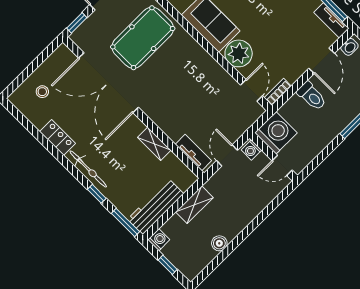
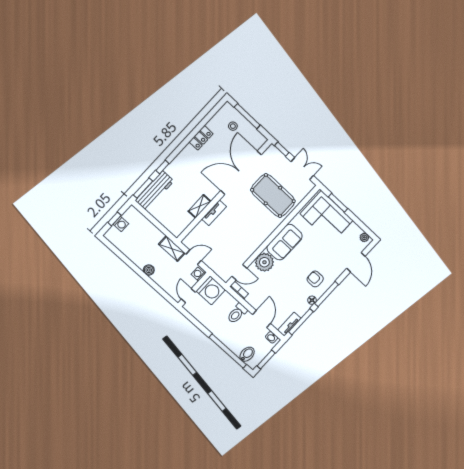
door: (322, 61) -> (261, 319), swing flipped
window: (29, 71) -> (247, 116), added
tv unit: (193, 152) -> (214, 213), moved
bicycle: (88, 169) -> (180, 160), removed
shelving: (194, 205) -> (172, 249), moved
workbench: (155, 207) -> (155, 191), moved, turned 90
washing machine: (159, 240) -> (121, 224), moved
boiler: (219, 243) -> (149, 270), moved

